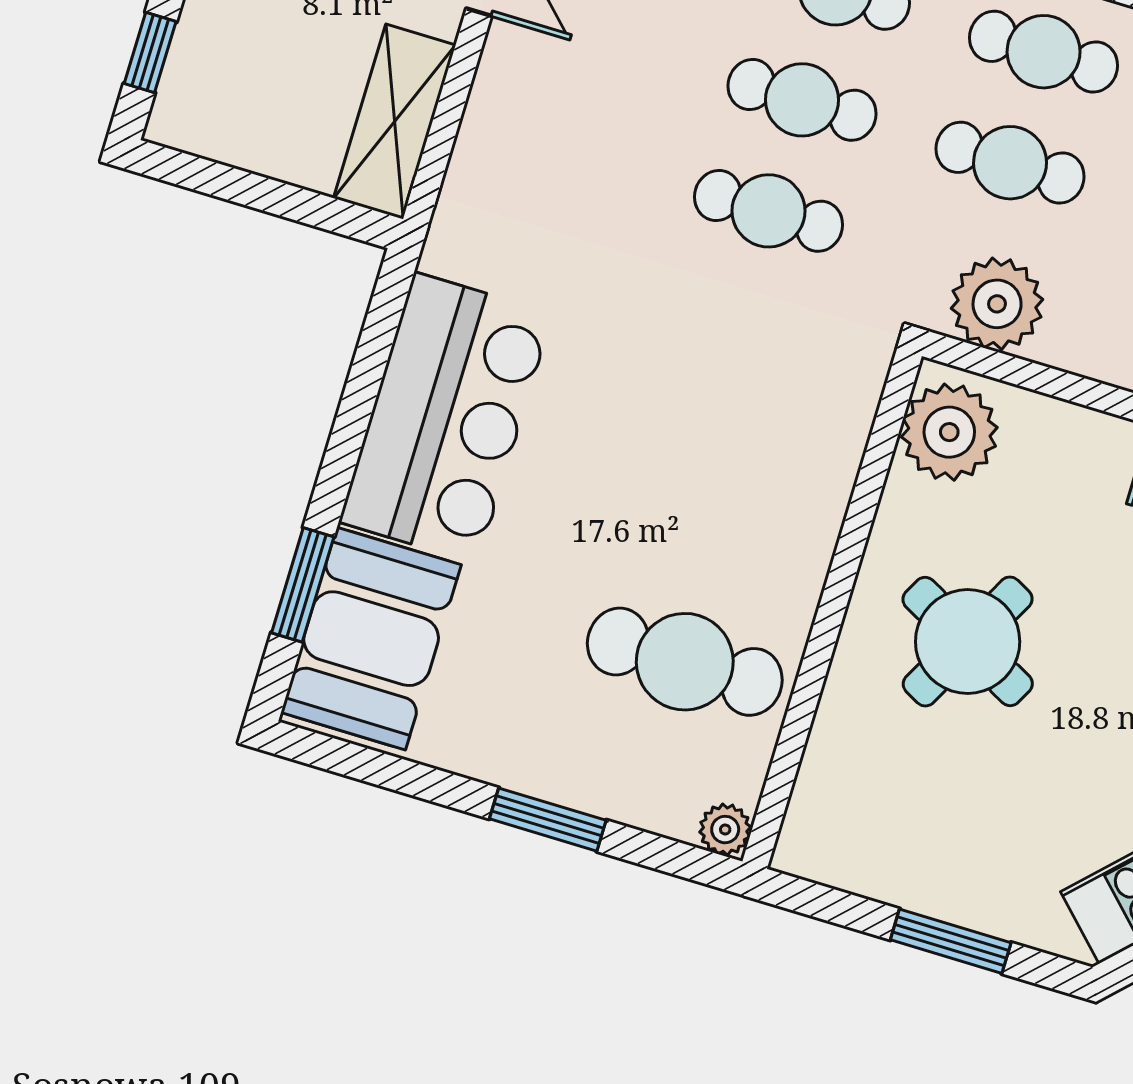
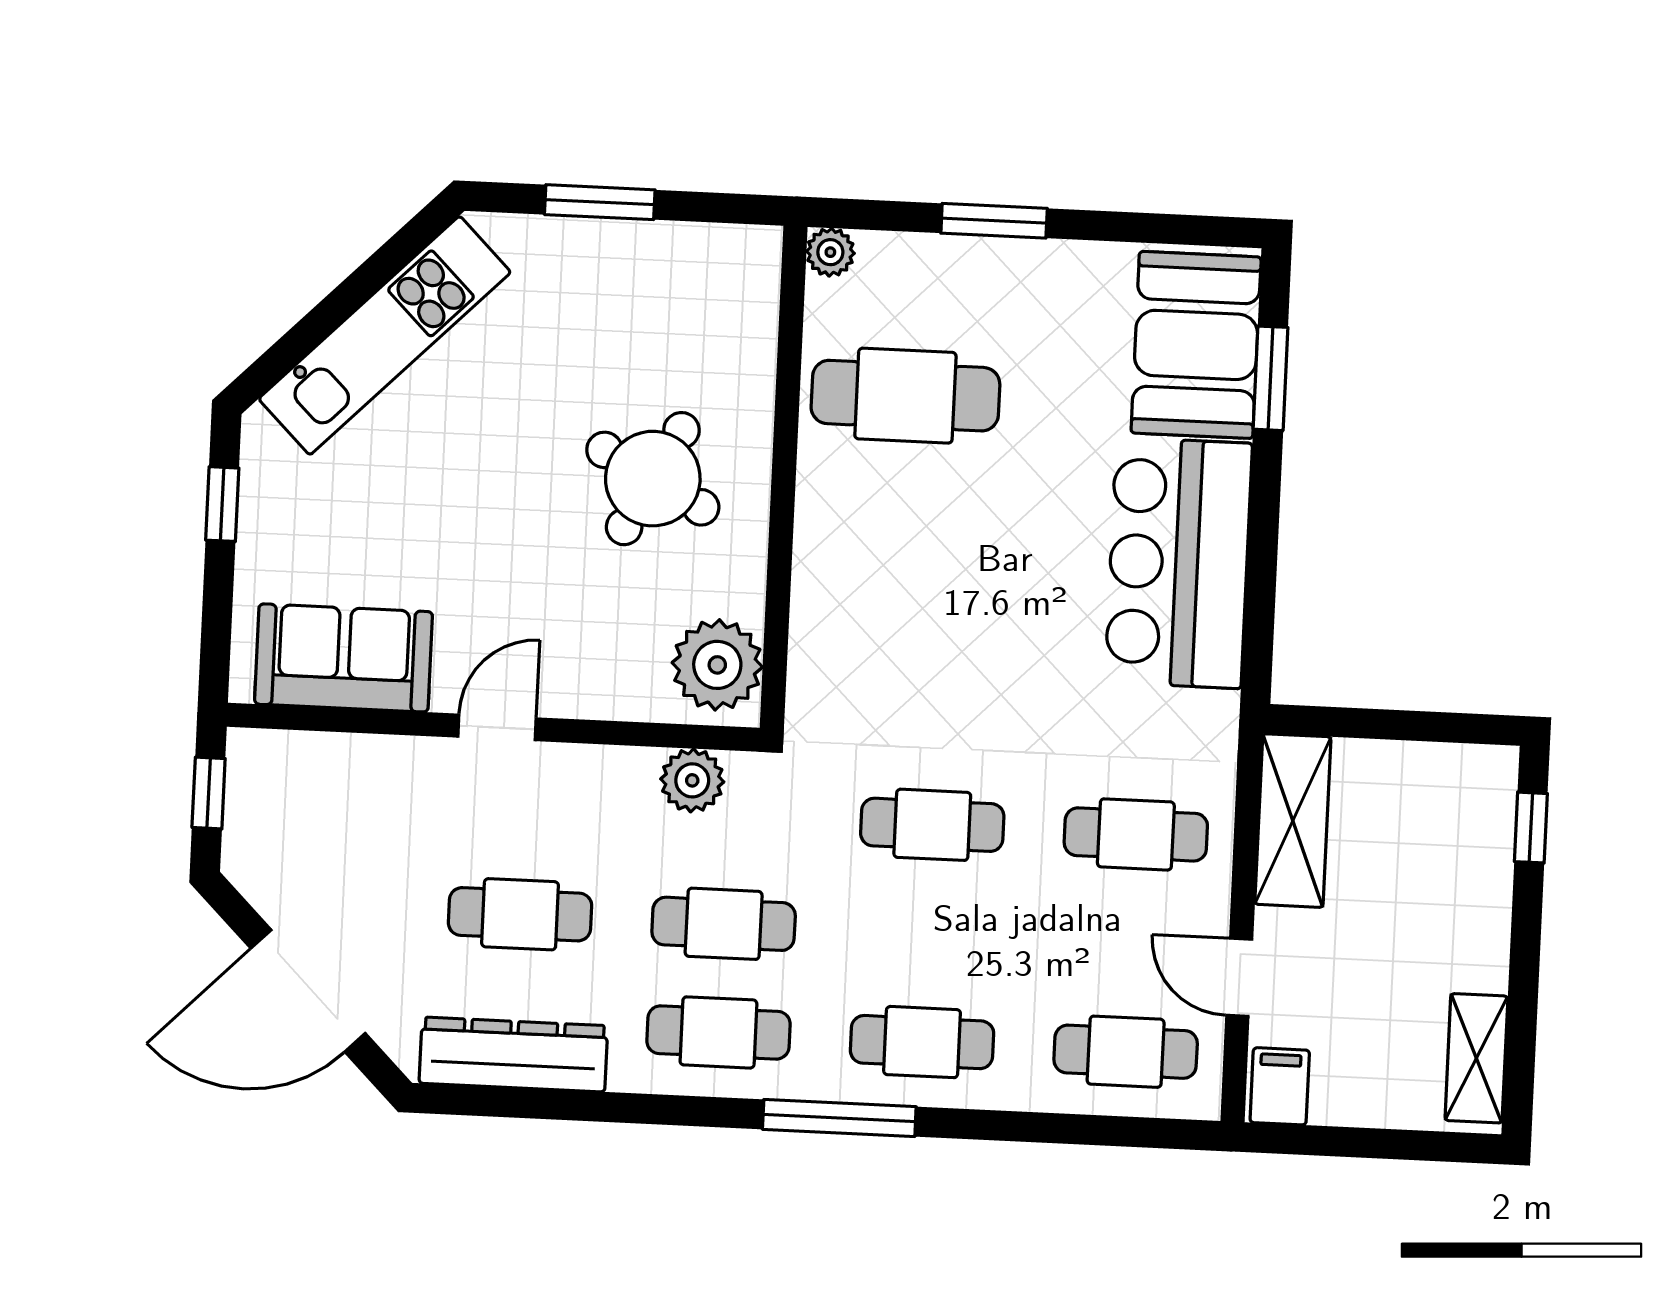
cafe table: (802, 100) -> (1136, 834), moved
plant: (997, 304) -> (692, 780), width x0.73, depth x0.73

